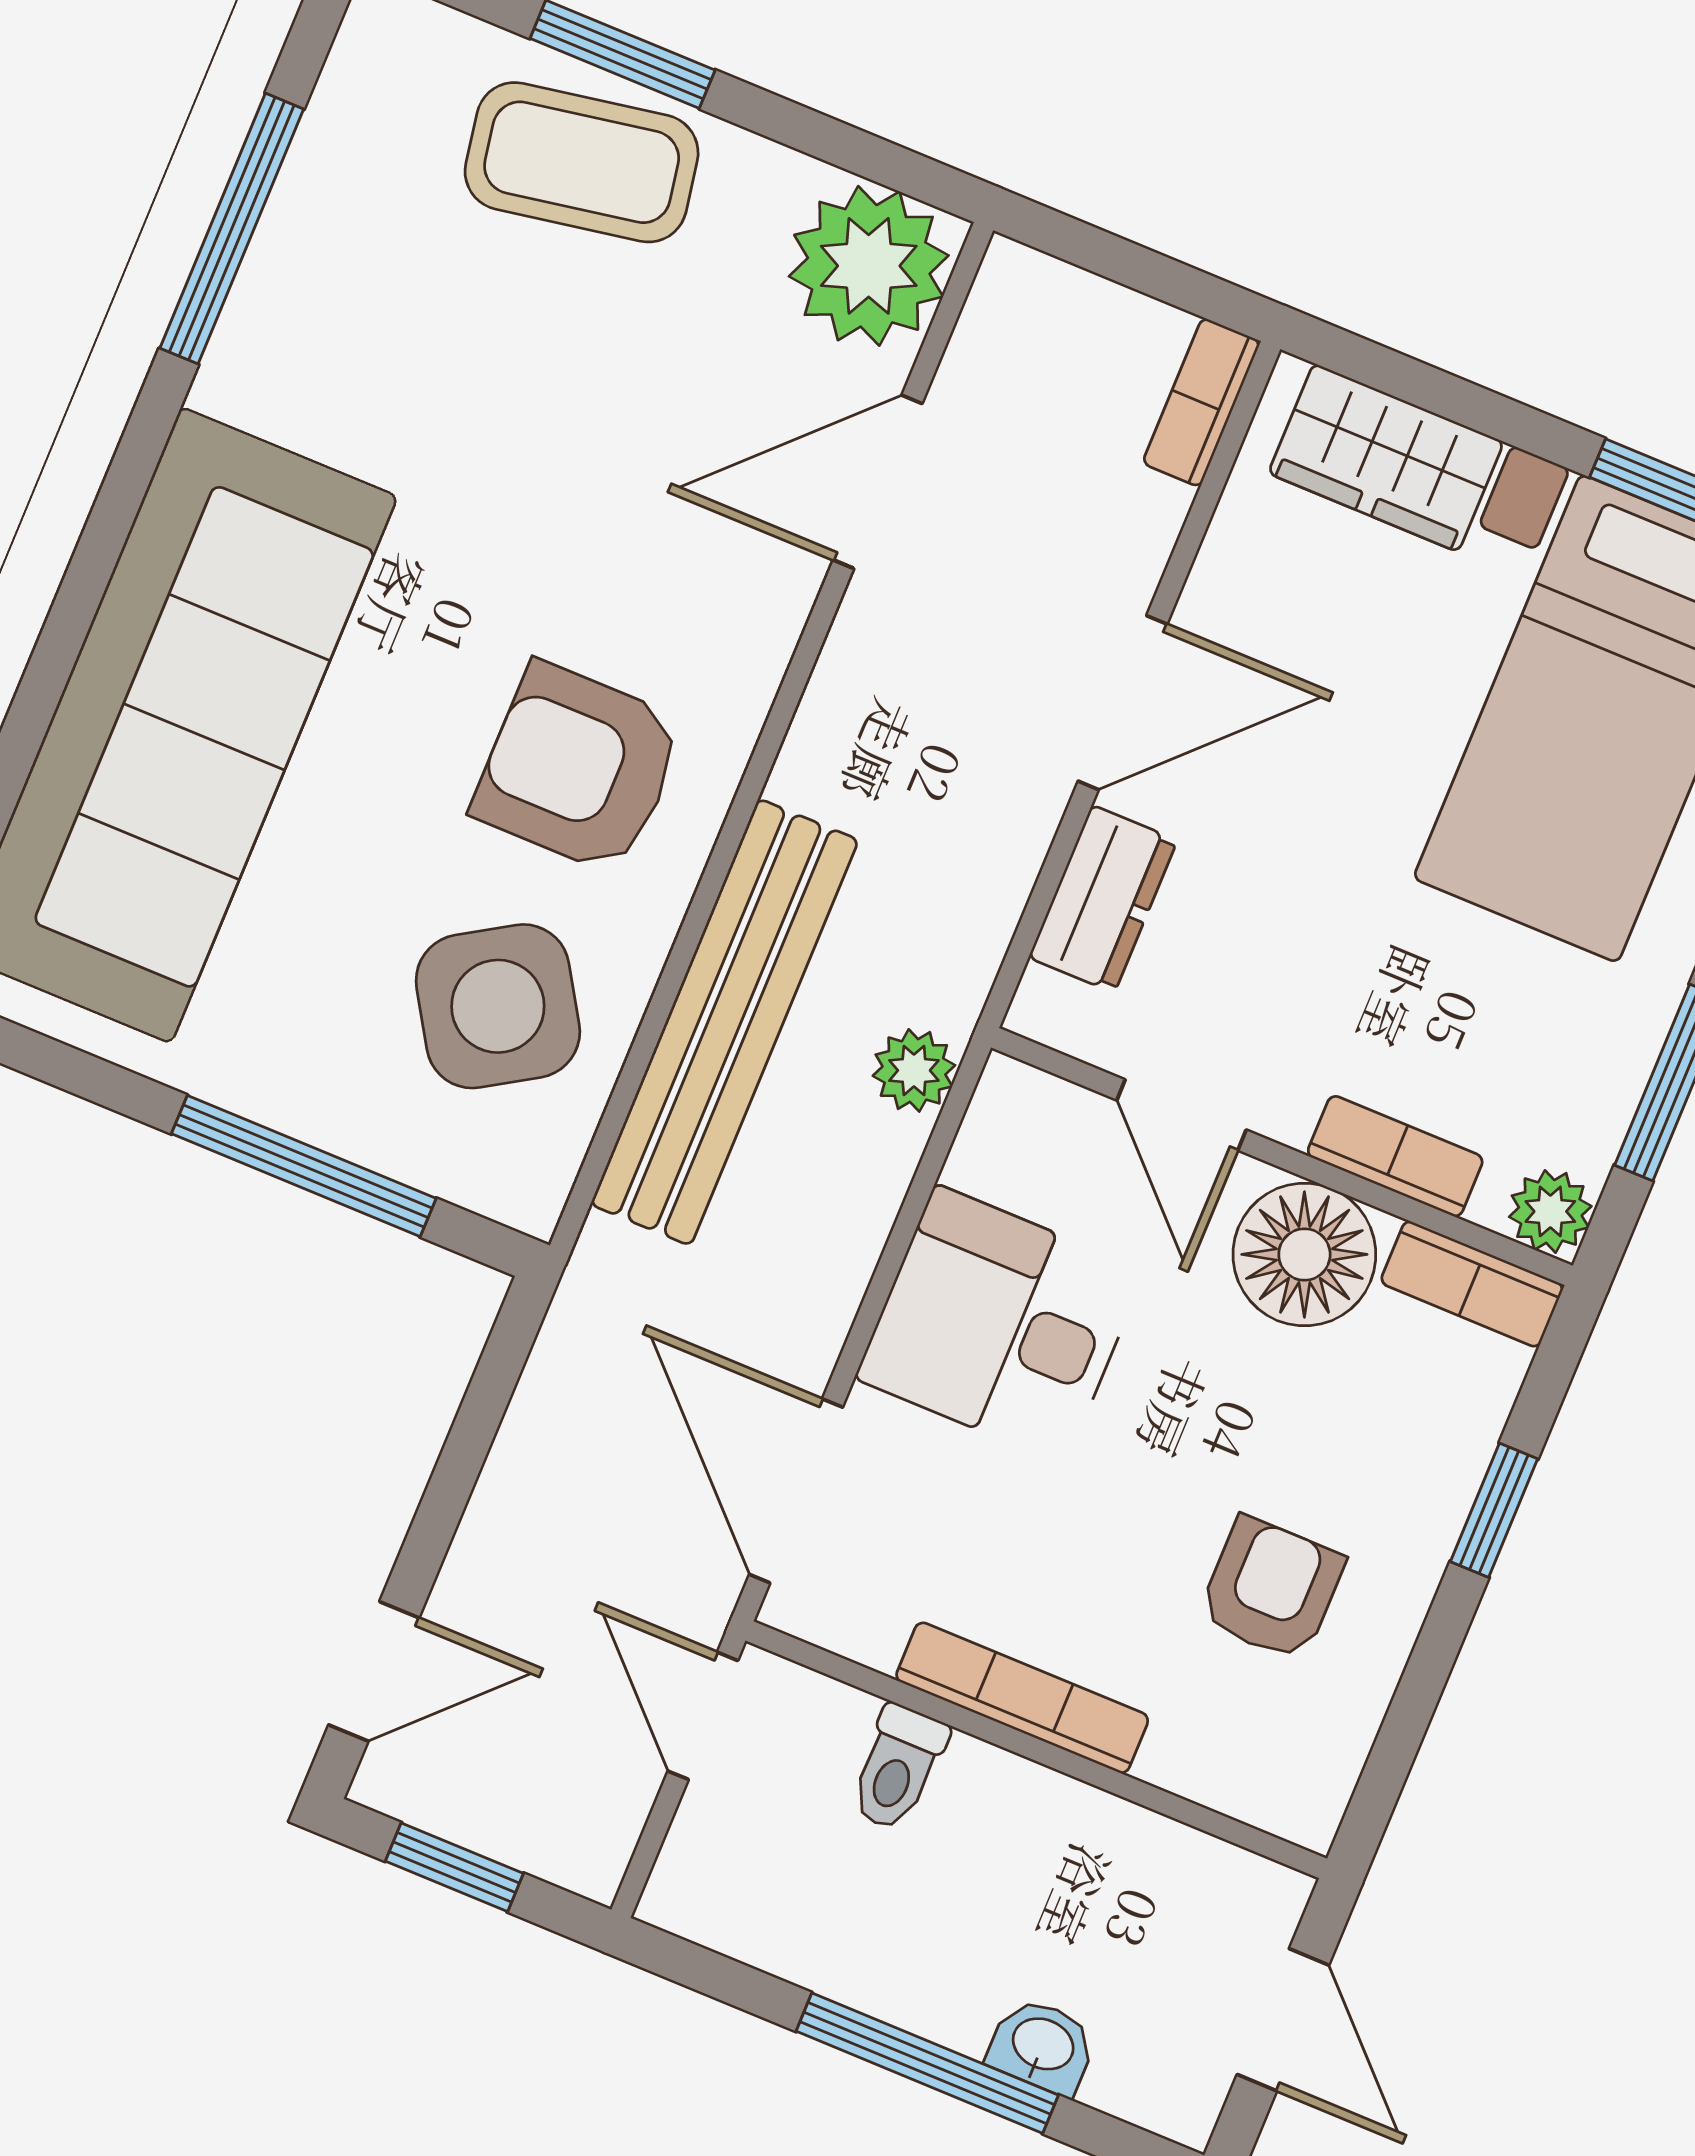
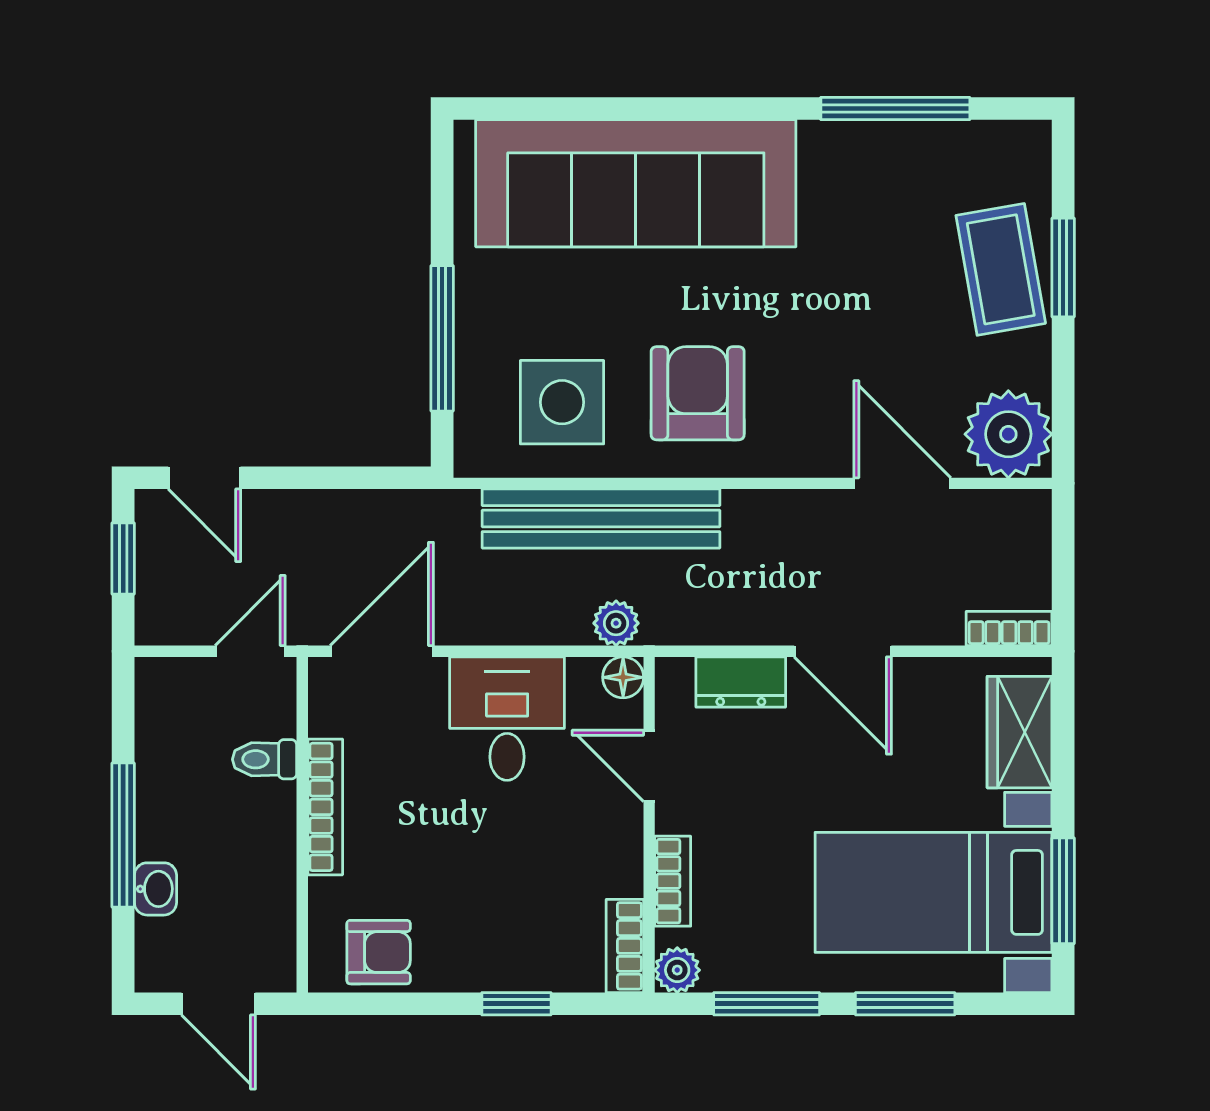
side table: (498, 1006) -> (562, 402), turned 32
door: (1181, 1115) -> (649, 766), hinge flipped
floor lamp: (1304, 1254) -> (623, 677), moved, width x0.53, depth x0.53
armchair: (1271, 1589) -> (379, 952), moved
door: (1283, 2020) -> (218, 1004), hinge flipped

